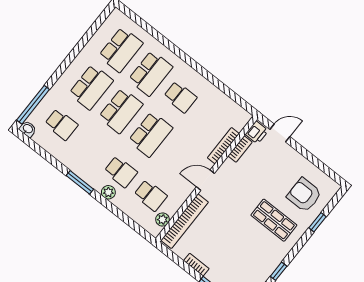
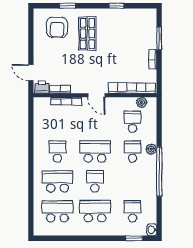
window: (33, 105) -> (134, 238), width x0.46
school desk: (121, 111) -> (95, 181), width x0.54
window: (80, 182) -> (159, 171), width x2.11

